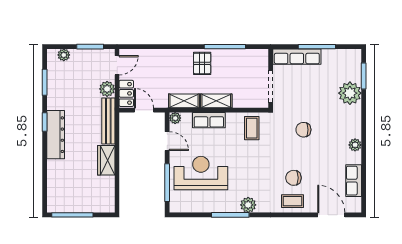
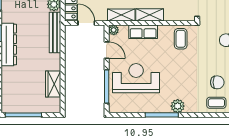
wardrobe: (106, 160) -> (53, 84), moved
chair: (293, 178) -> (217, 82), turned 180

